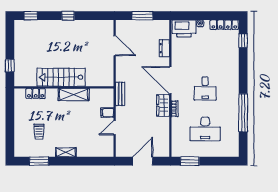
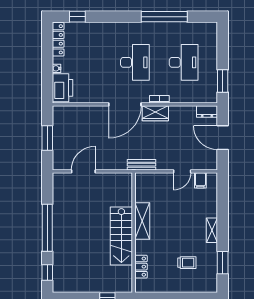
window: (68, 16) -> (47, 228), width x3.17
dresser: (164, 48) -> (207, 111), moved
desk: (205, 88) -> (135, 62), width x1.37
filing cabinet: (107, 113) -> (200, 180), moved
door: (115, 128) -> (182, 171), hinge flipped

